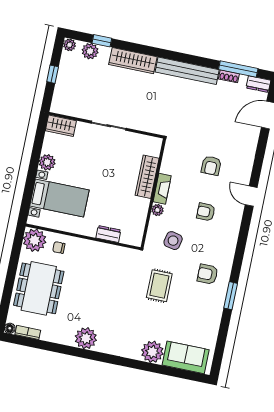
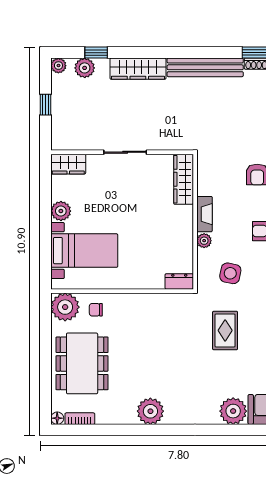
wardrobe: (147, 177) -> (184, 179), moved
dresser: (108, 234) -> (179, 281), moved

